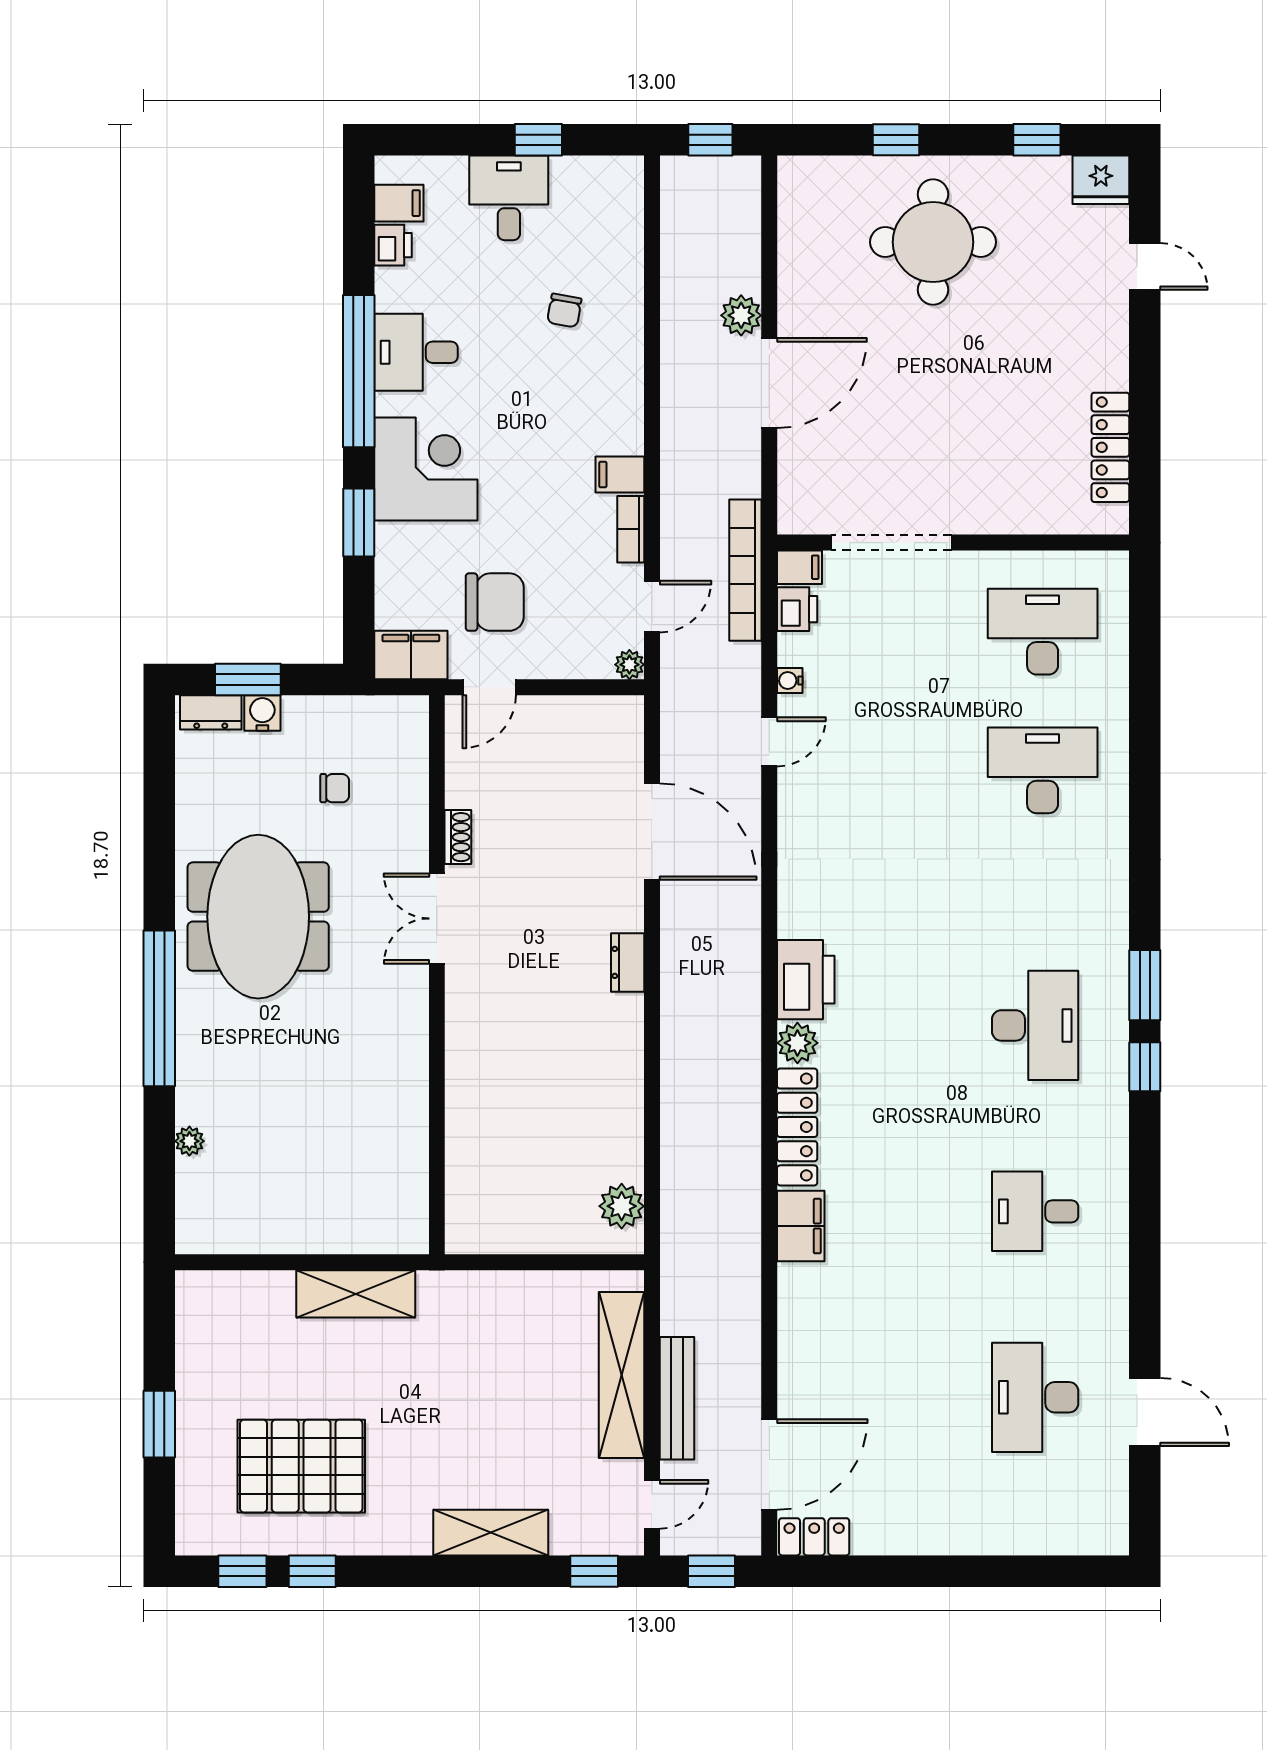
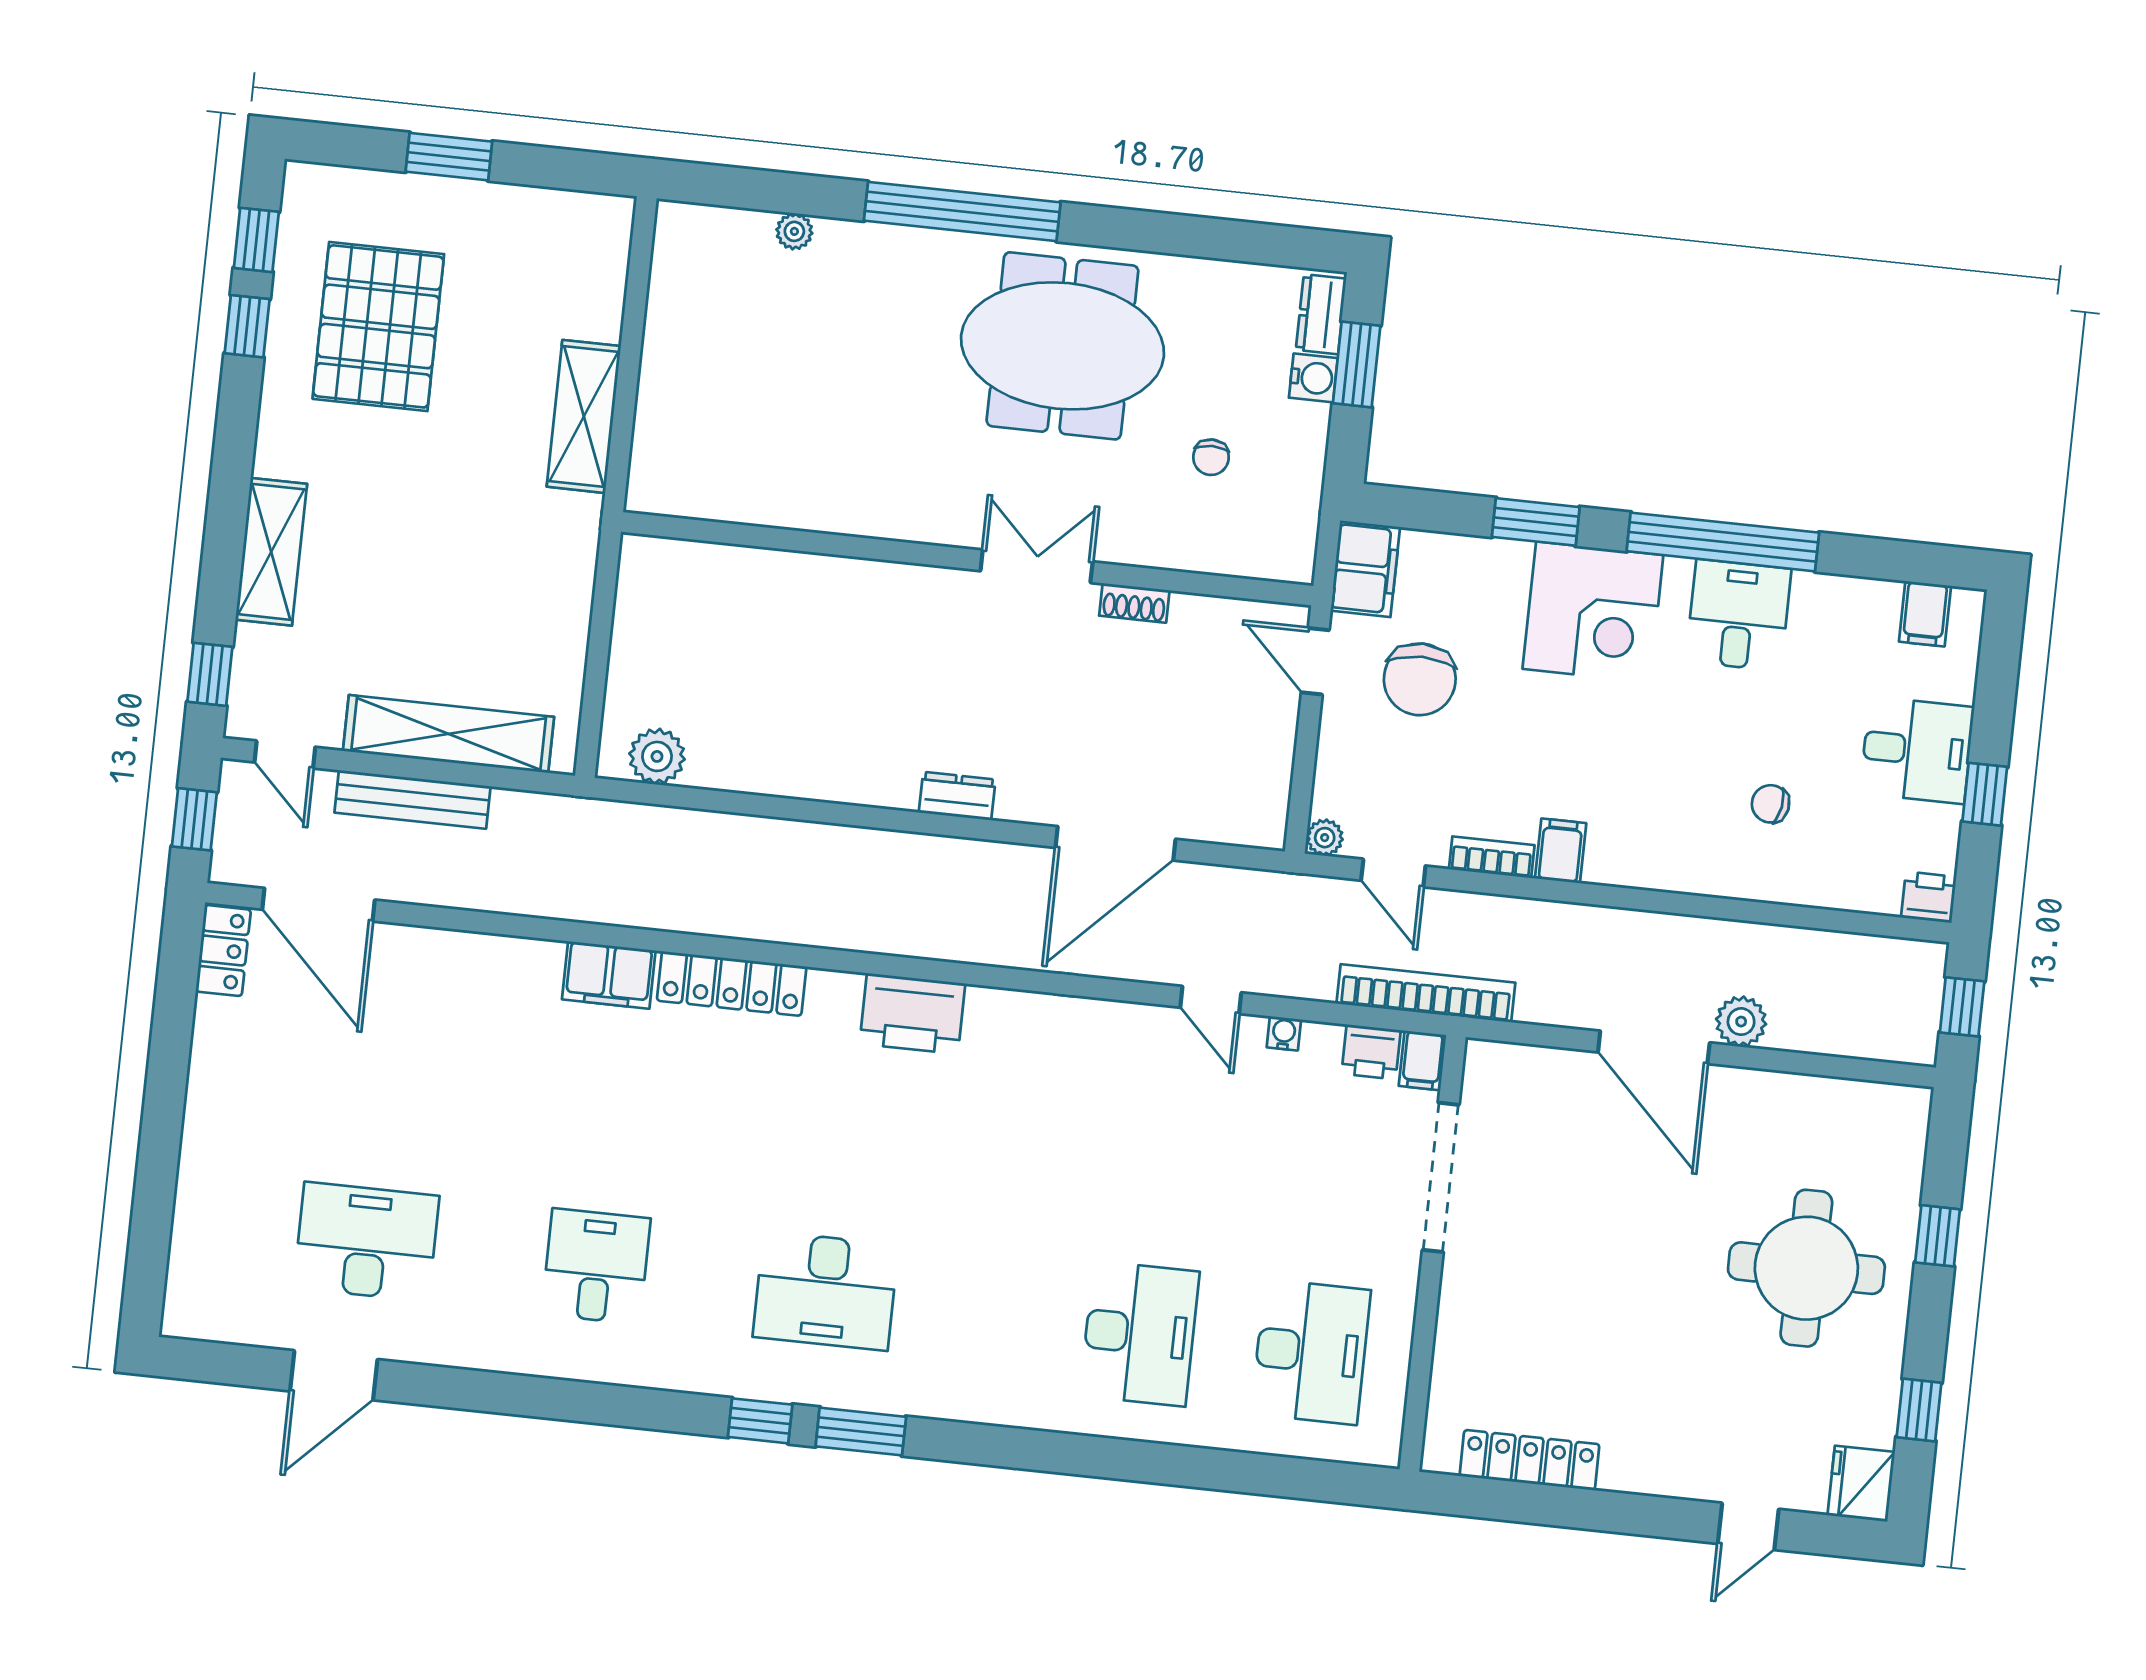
printer: (393, 245) -> (1929, 897), moved, turned 180
plant: (797, 1043) -> (835, 995), removed

